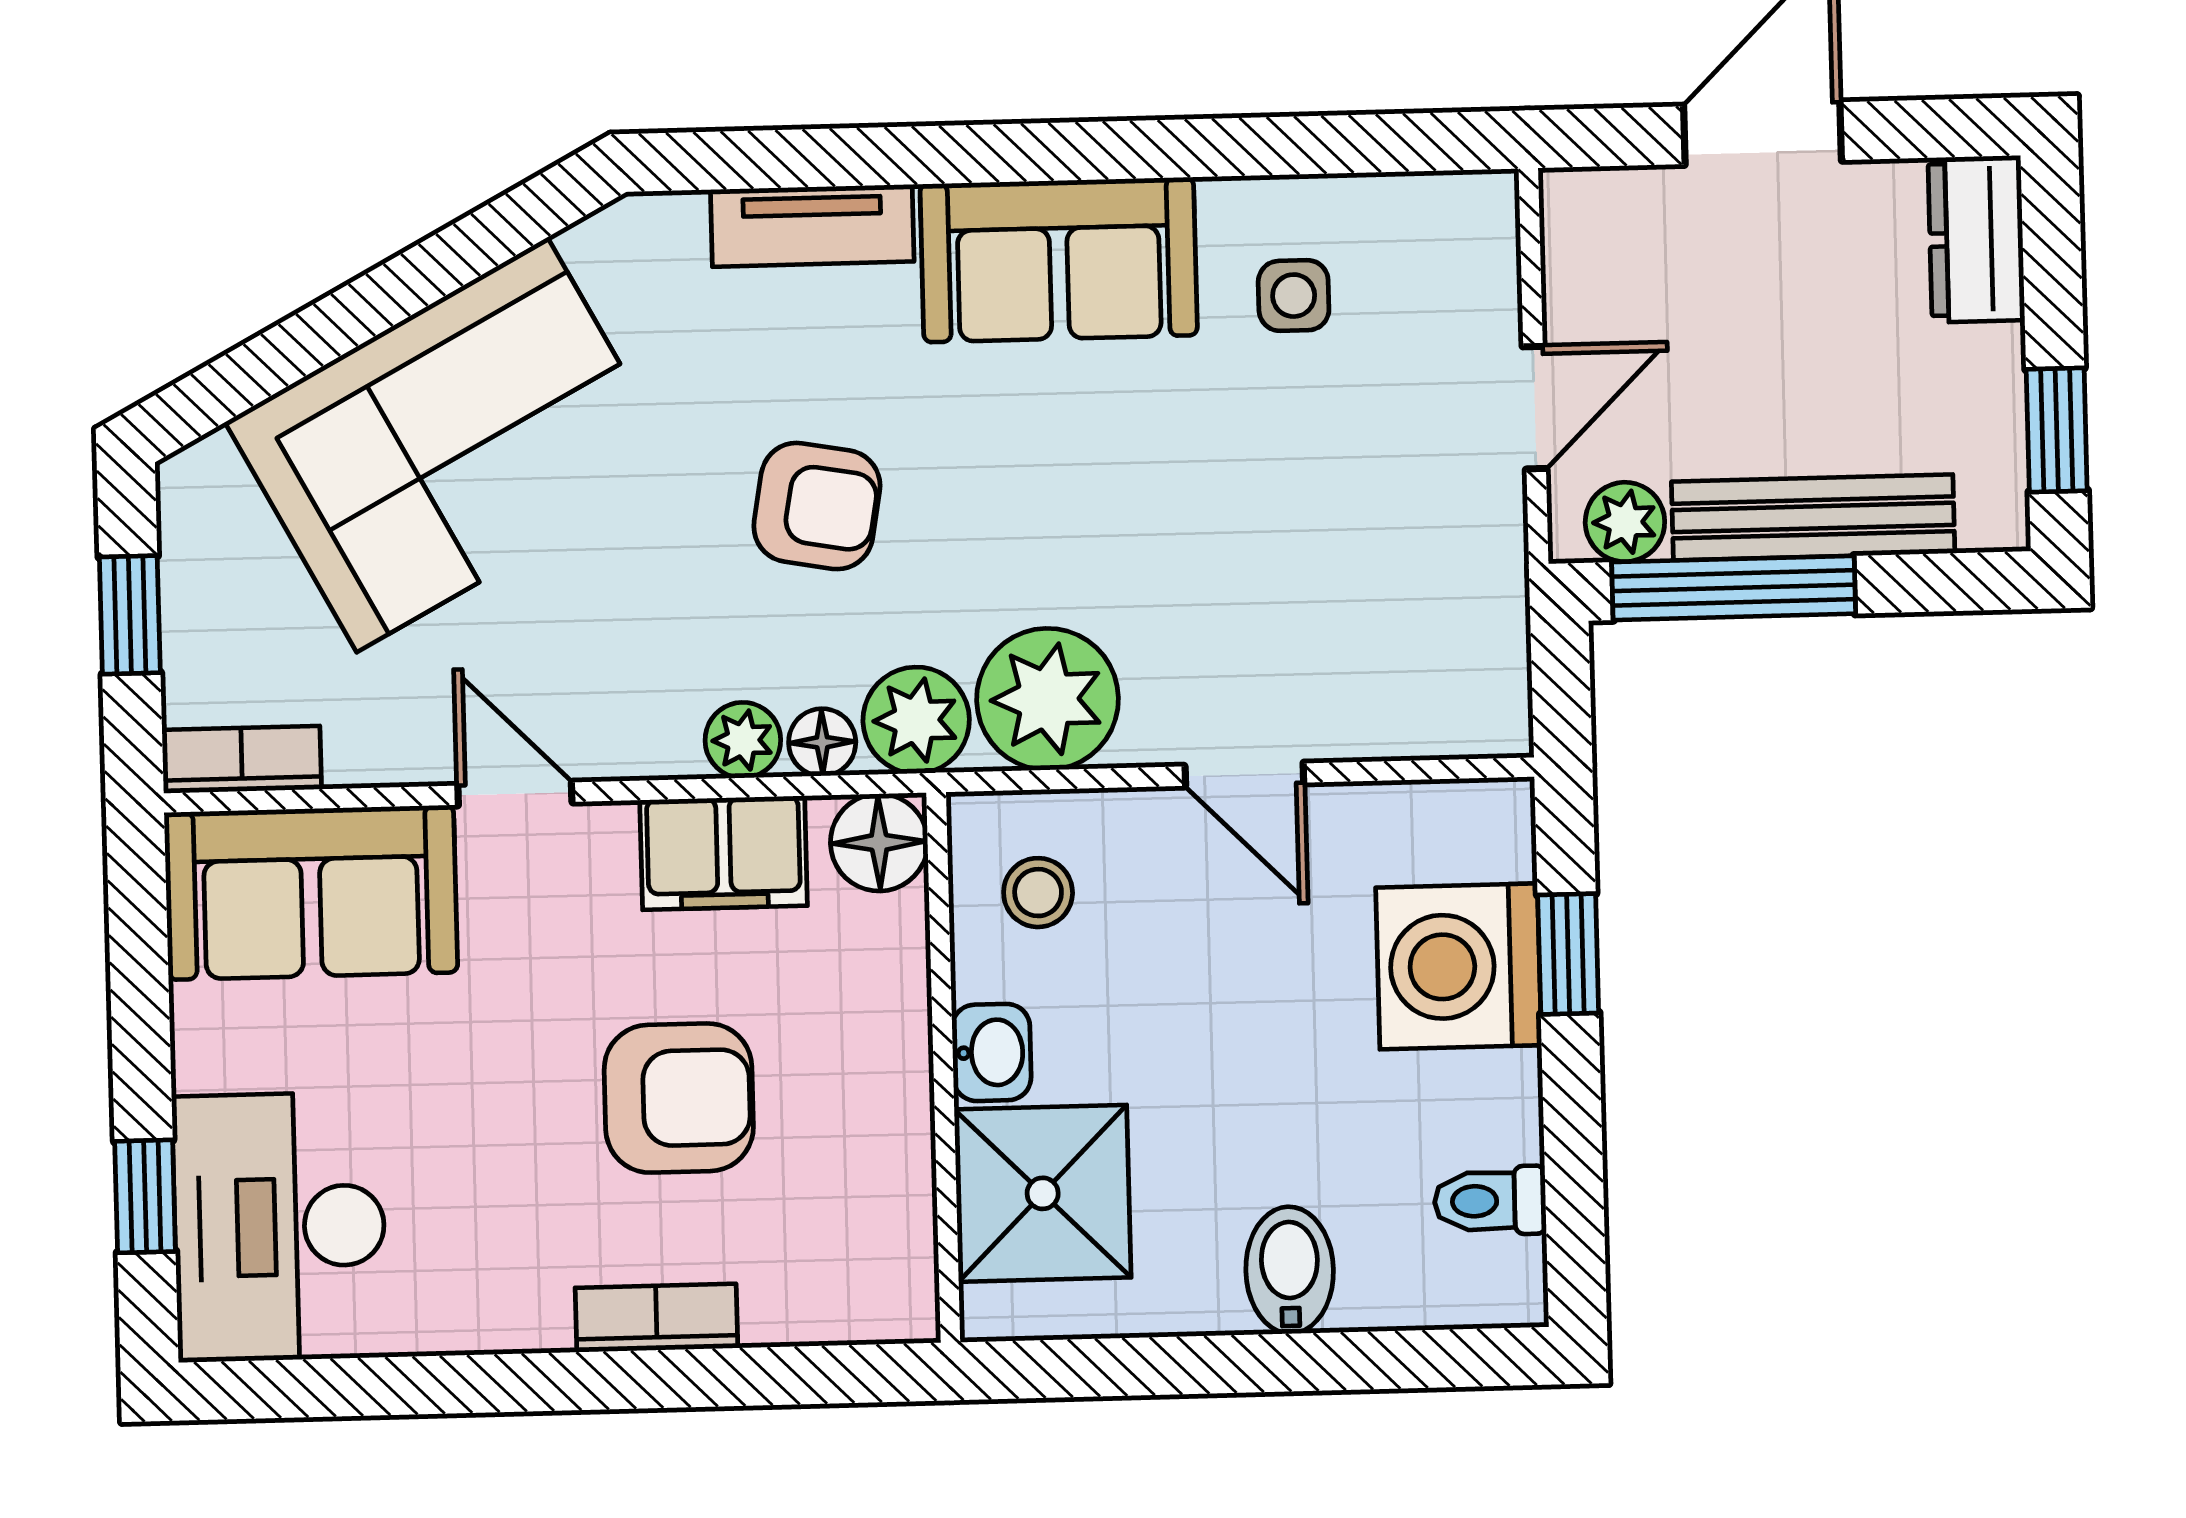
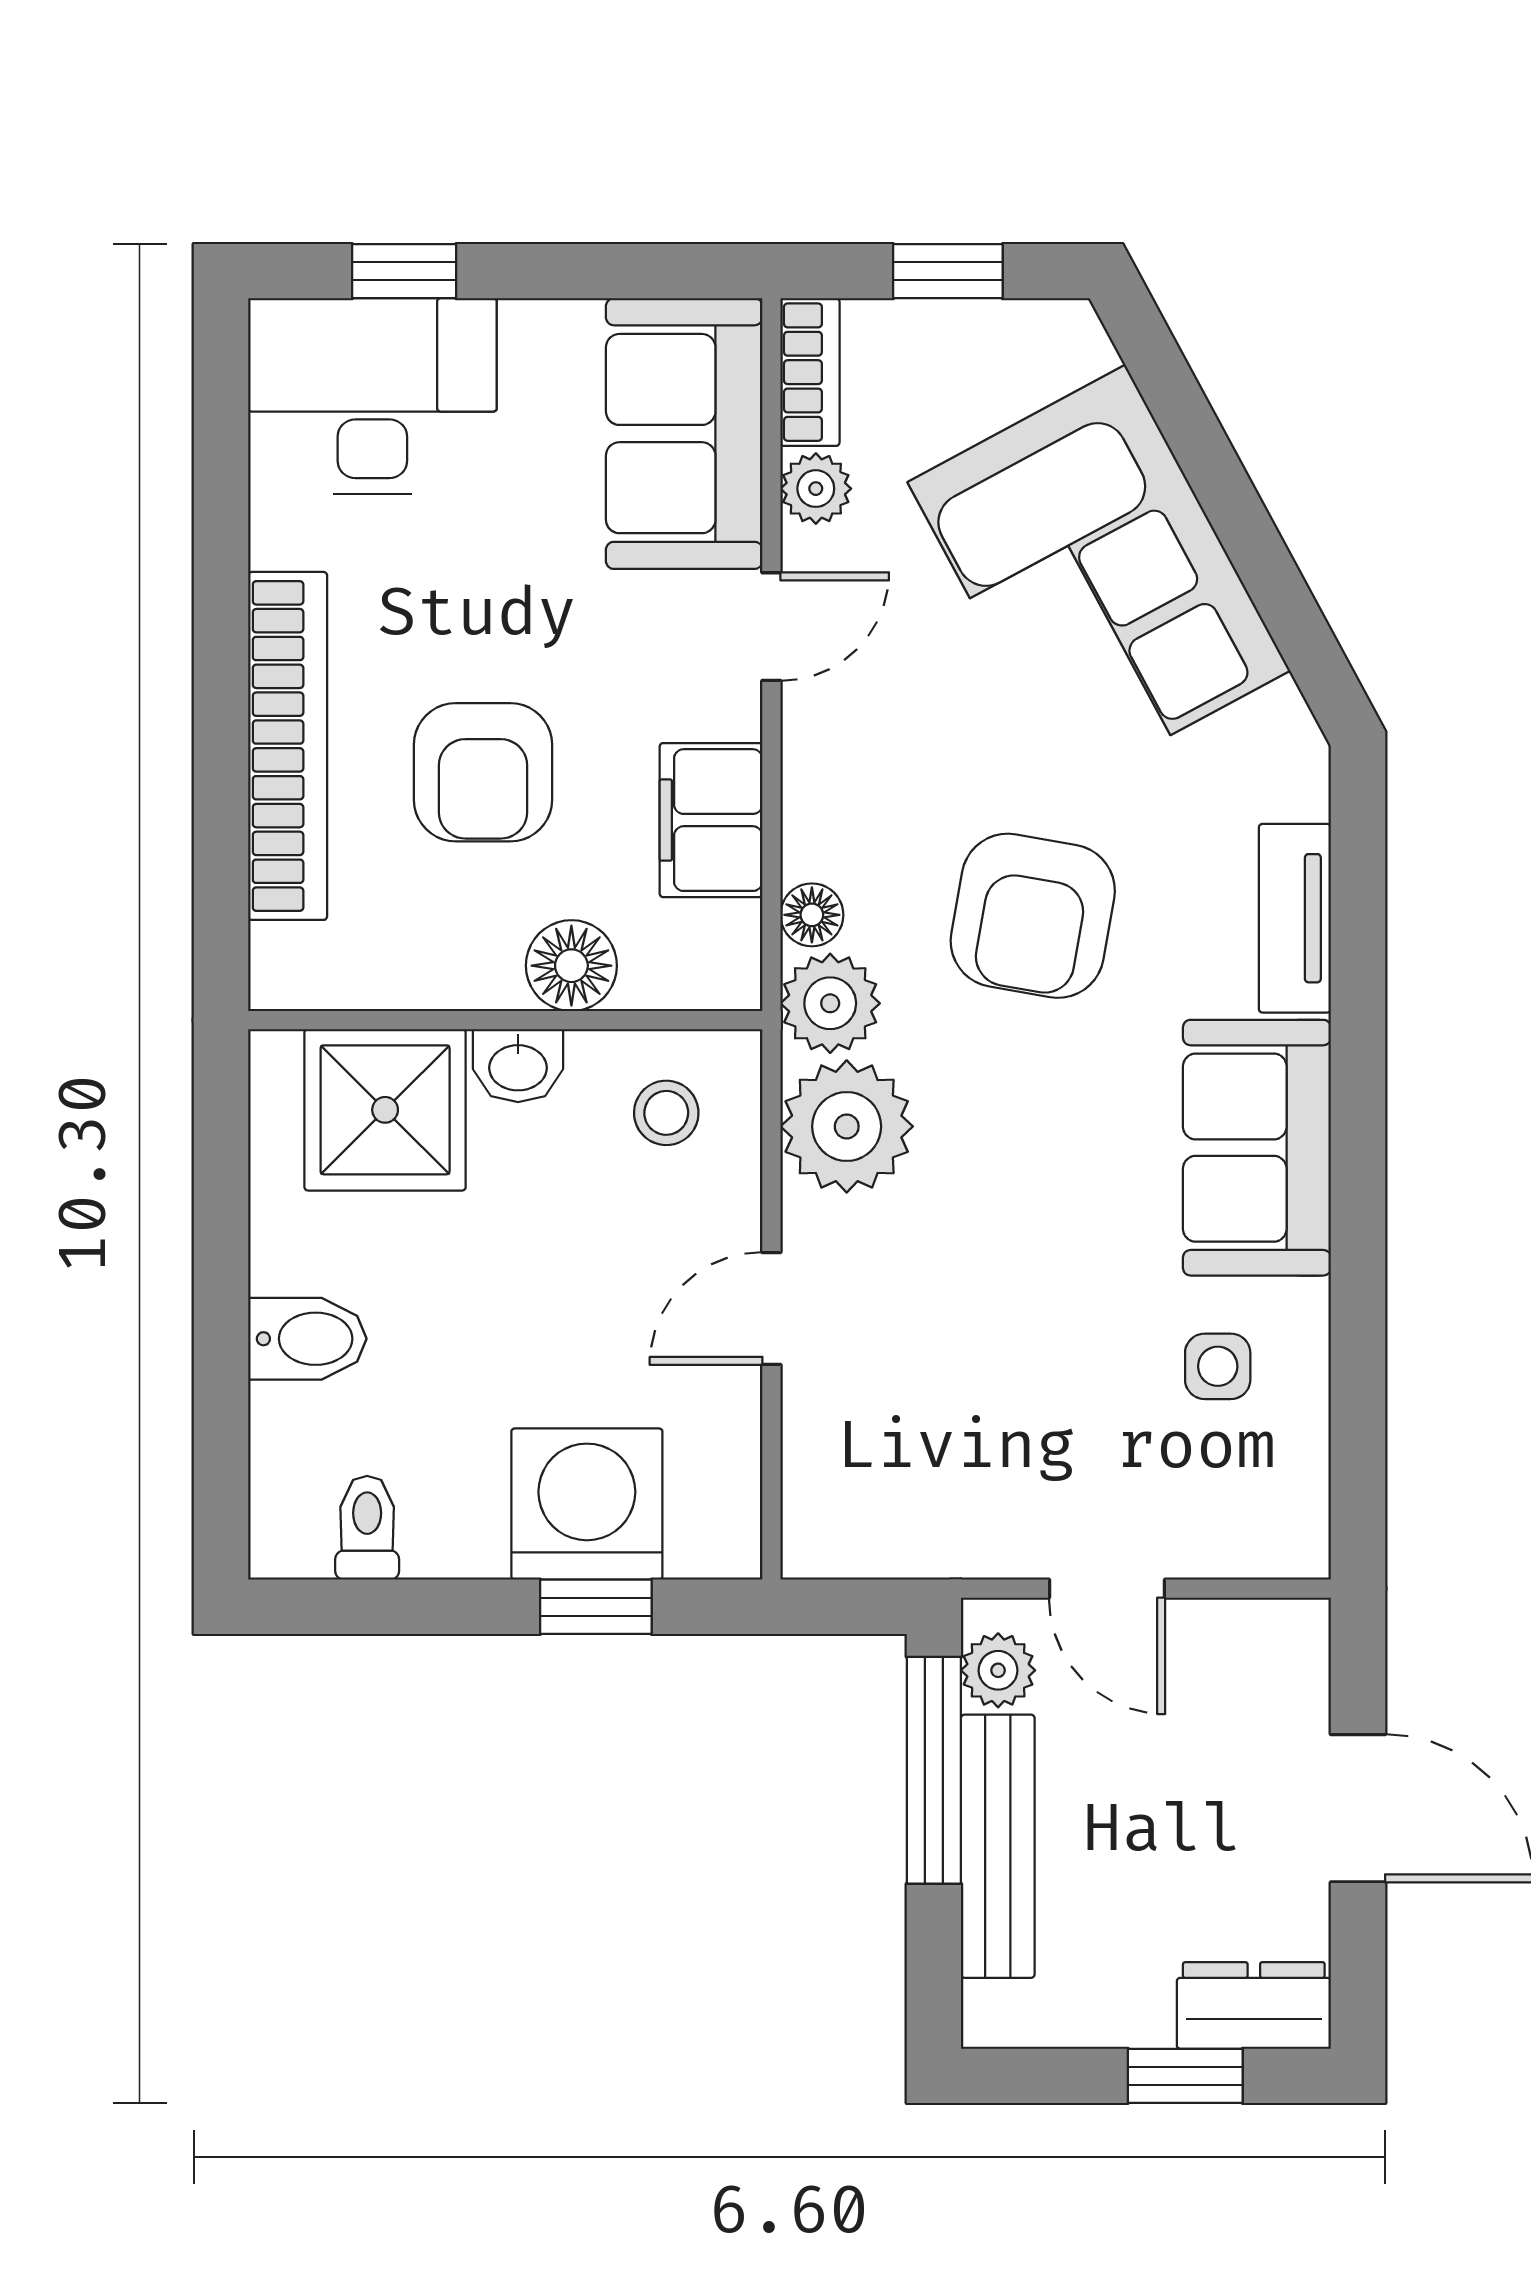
window: (2057, 430) -> (1185, 2076), moved
armchair: (817, 506) -> (1033, 916), width x1.38, depth x1.38
plant: (743, 740) -> (816, 489), moved
floor lamp: (879, 842) -> (571, 966), moved
bookcase: (656, 1318) -> (288, 746), width x2.31, depth x1.31

